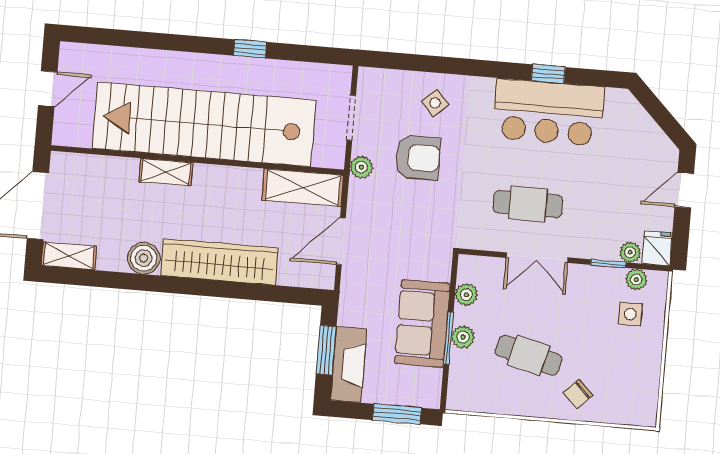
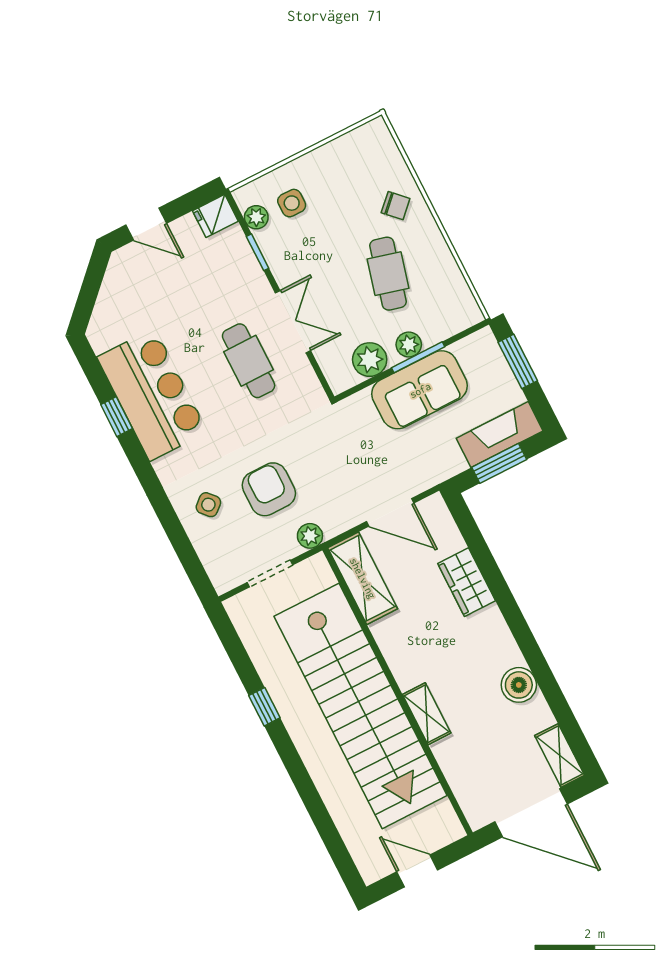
plant: (630, 252) -> (235, 239), removed
wardrobe: (220, 262) -> (467, 582), width x0.48, depth x0.85
plant: (466, 295) -> (370, 360), width x1.38, depth x1.38

